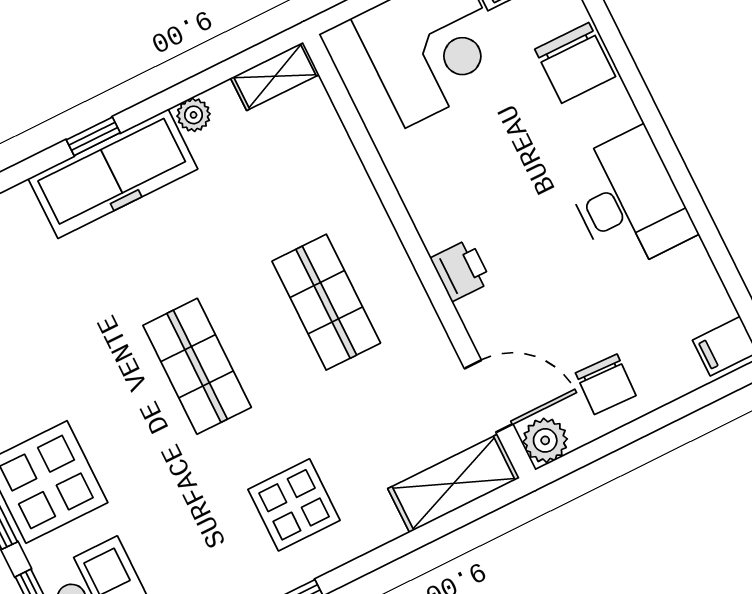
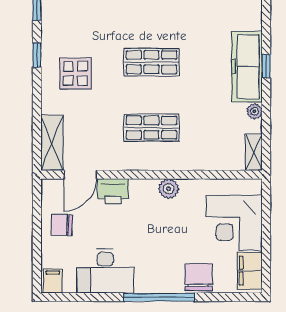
chair: (575, 63) -> (199, 277), turned 90
window: (653, 121) -> (159, 297), added
desk: (628, 200) -> (105, 271), moved
printer: (461, 270) -> (113, 191), moved, width x1.36, depth x1.24
plant: (545, 440) -> (169, 189), moved

